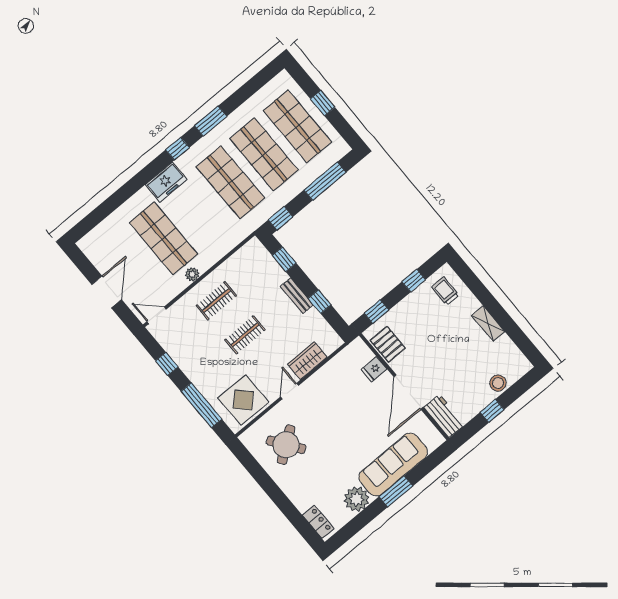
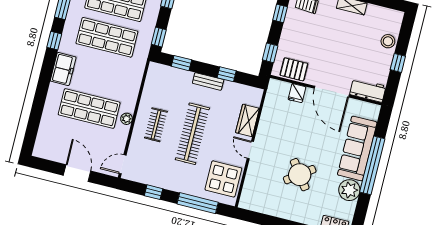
clothes rail: (245, 335) -> (192, 134), width x1.86, depth x1.31
round table: (286, 445) -> (300, 175), moved
window: (396, 491) -> (372, 165), width x2.11

